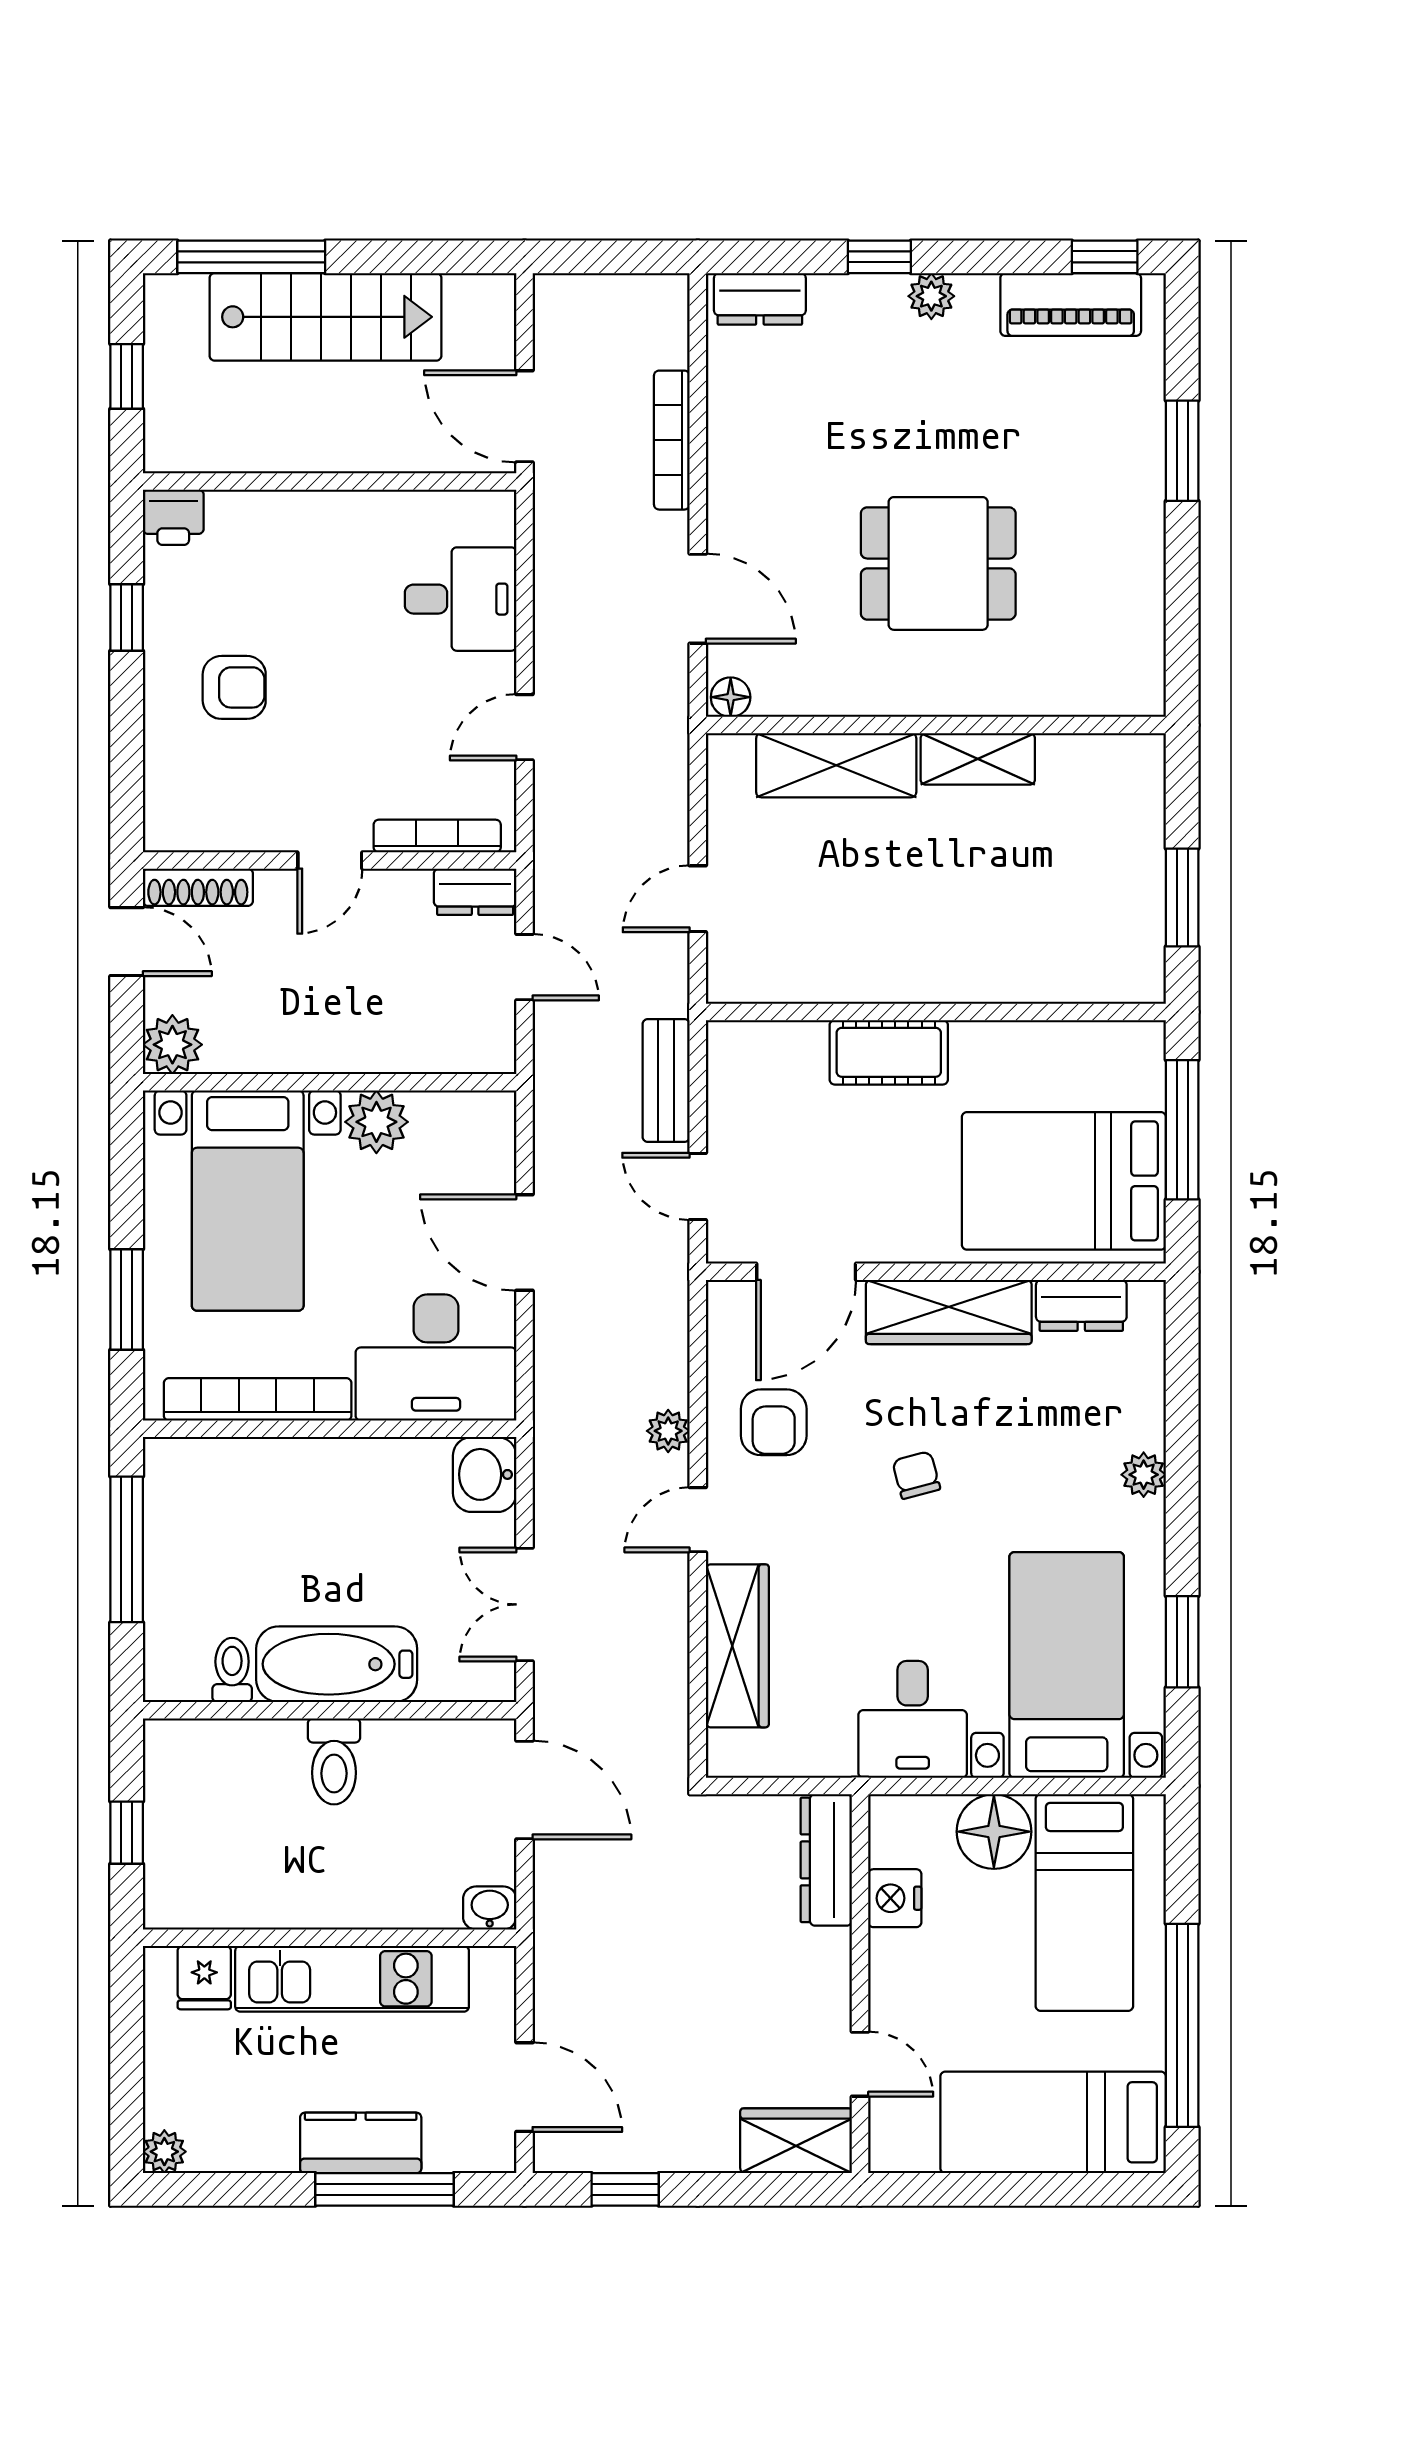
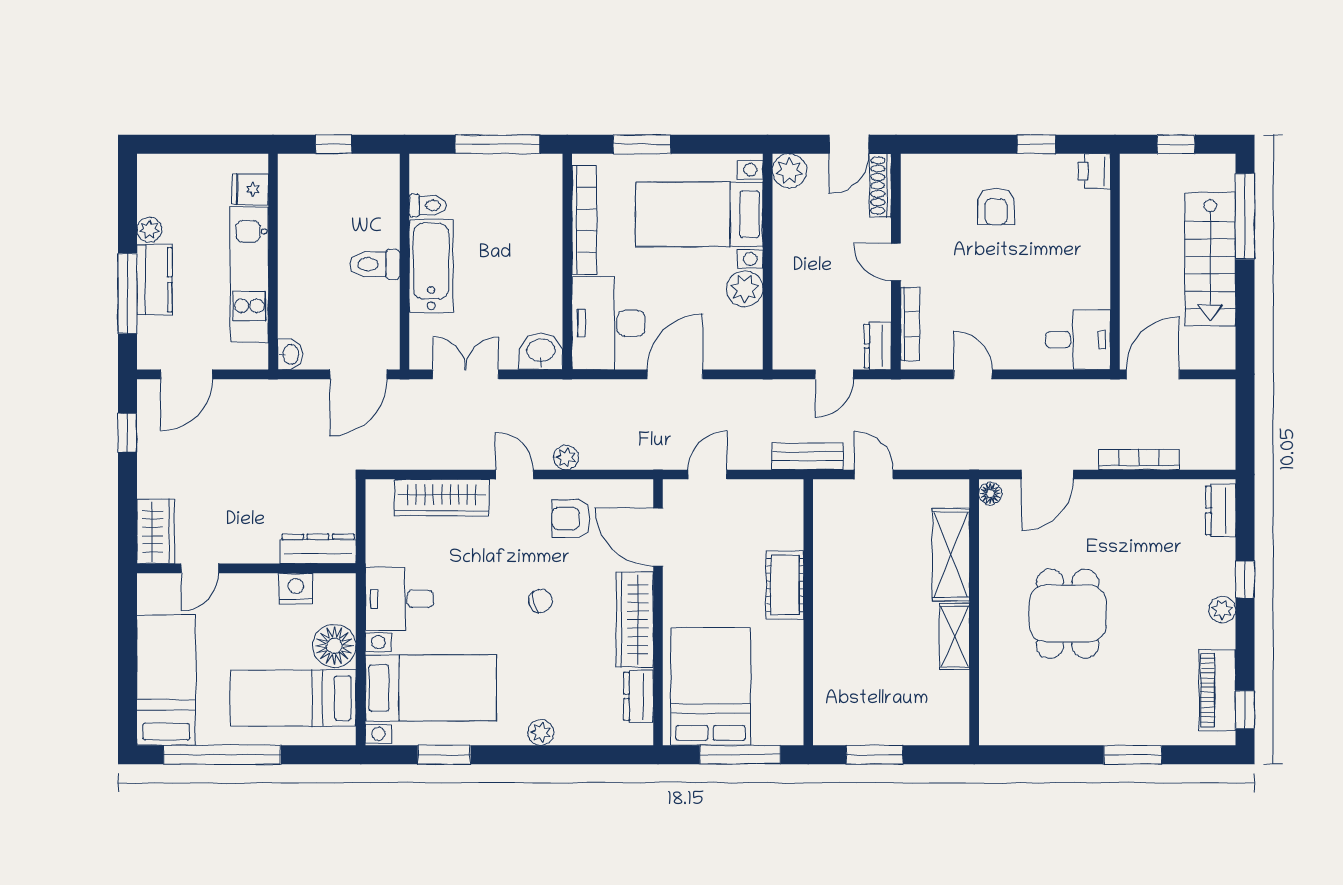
desk: (461, 599) -> (1078, 340), moved, turned -90
bench: (666, 1080) -> (807, 456), moved
plant: (164, 2152) -> (149, 230), moved

